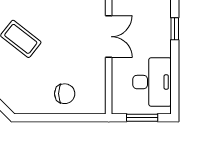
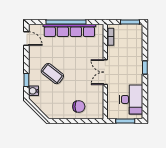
double door: (109, 37) -> (105, 72), swing flipped

